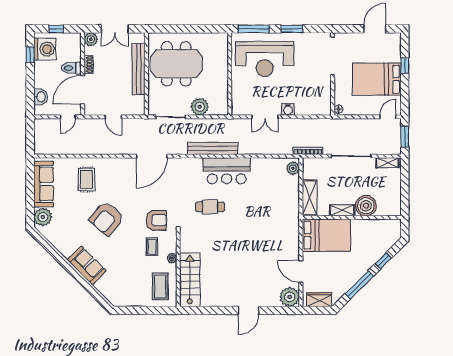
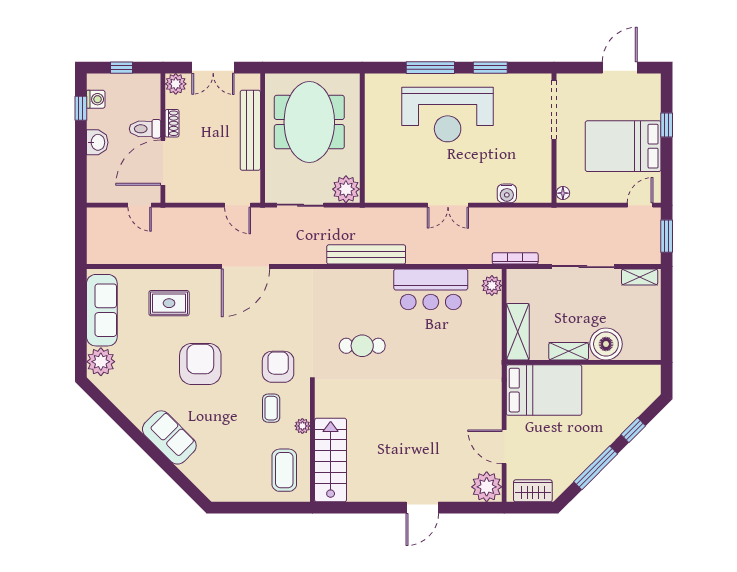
washing machine: (45, 49) -> (96, 99), width x0.53, depth x0.53
meeting table: (176, 64) -> (309, 122), turned 90
wall: (230, 74) -> (362, 138), moved
washbasin: (41, 97) -> (97, 142), moved
water cooler: (288, 109) -> (507, 193), moved
door: (68, 117) -> (140, 205), hinge flipped
door: (113, 117) -> (238, 205), moved
door: (152, 156) -> (245, 267), moved
bar counter: (227, 171) -> (431, 289), moved
rug: (87, 180) -> (169, 303), turned 90
armchair: (107, 218) -> (200, 364), turned 140
armchair: (156, 220) -> (278, 367), turned -90

